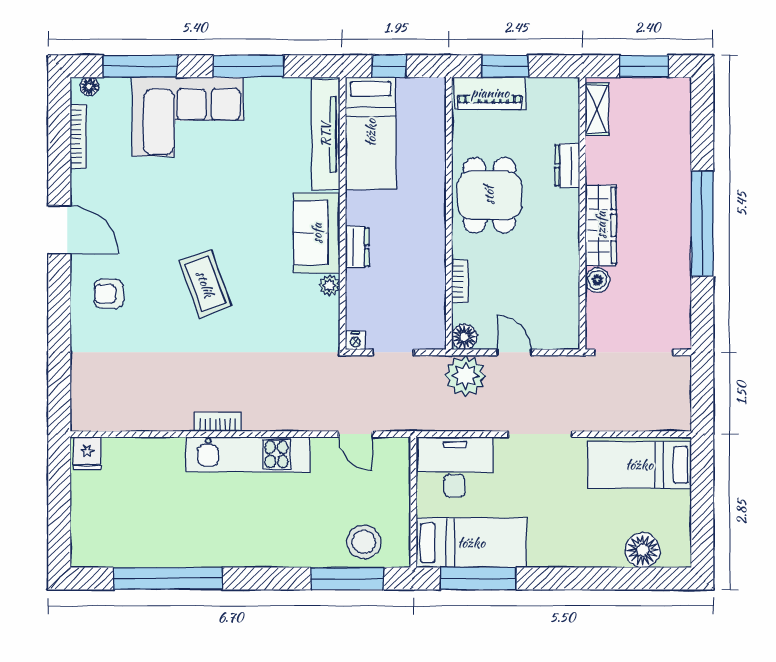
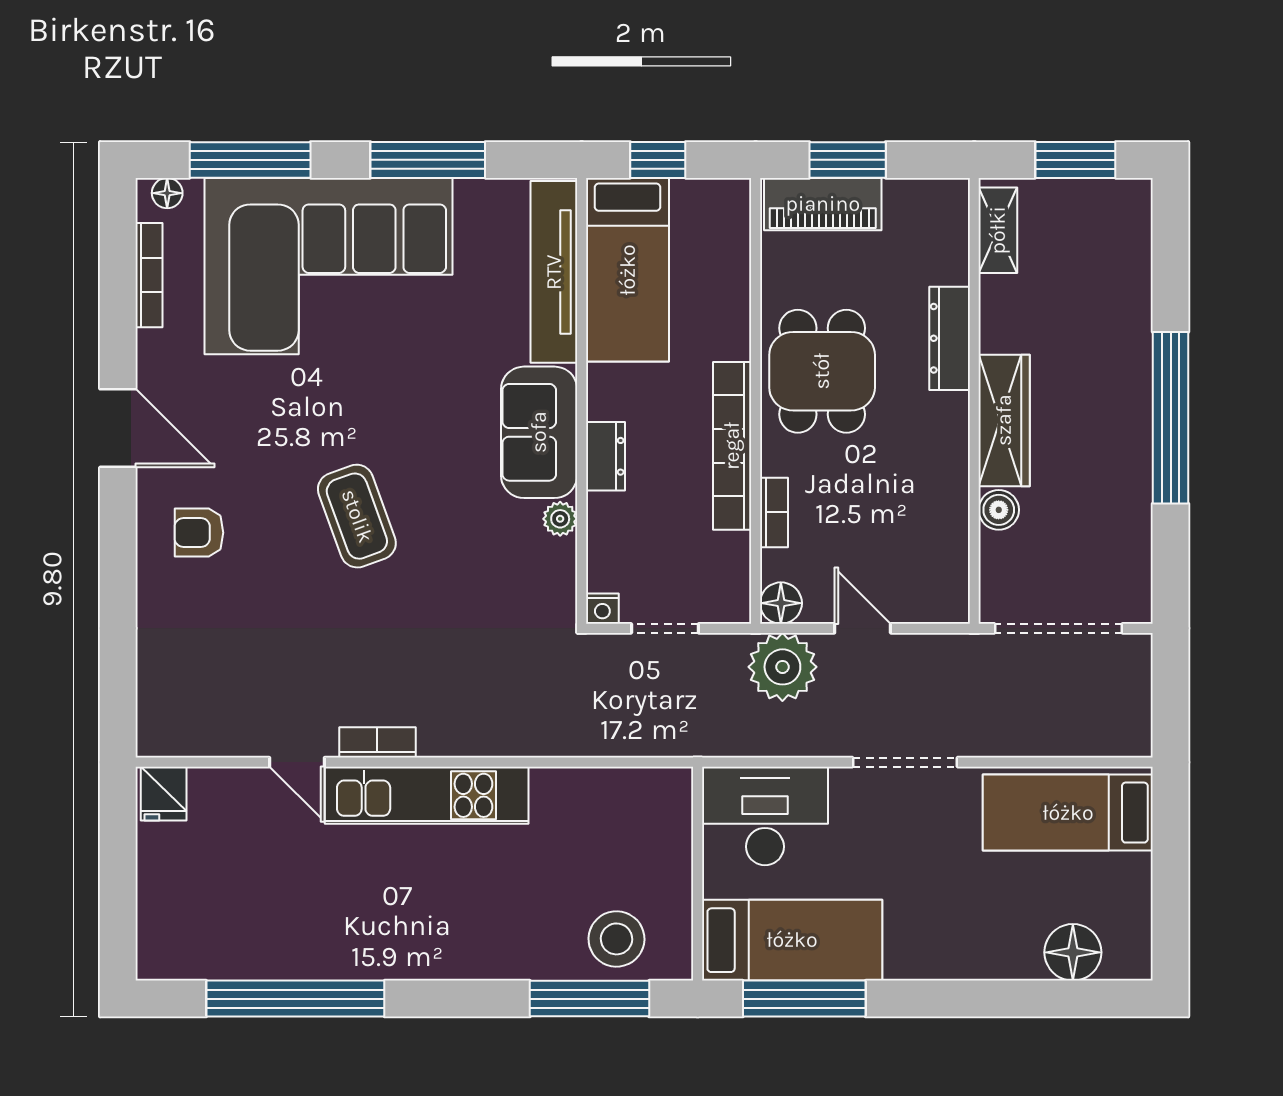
corner sofa: (188, 117) -> (328, 266), width x1.36, depth x1.36
dresser: (567, 165) -> (950, 338), width x1.44
bookcase: (434, 241) -> (732, 446), added
door: (355, 434) -> (297, 762), moved

